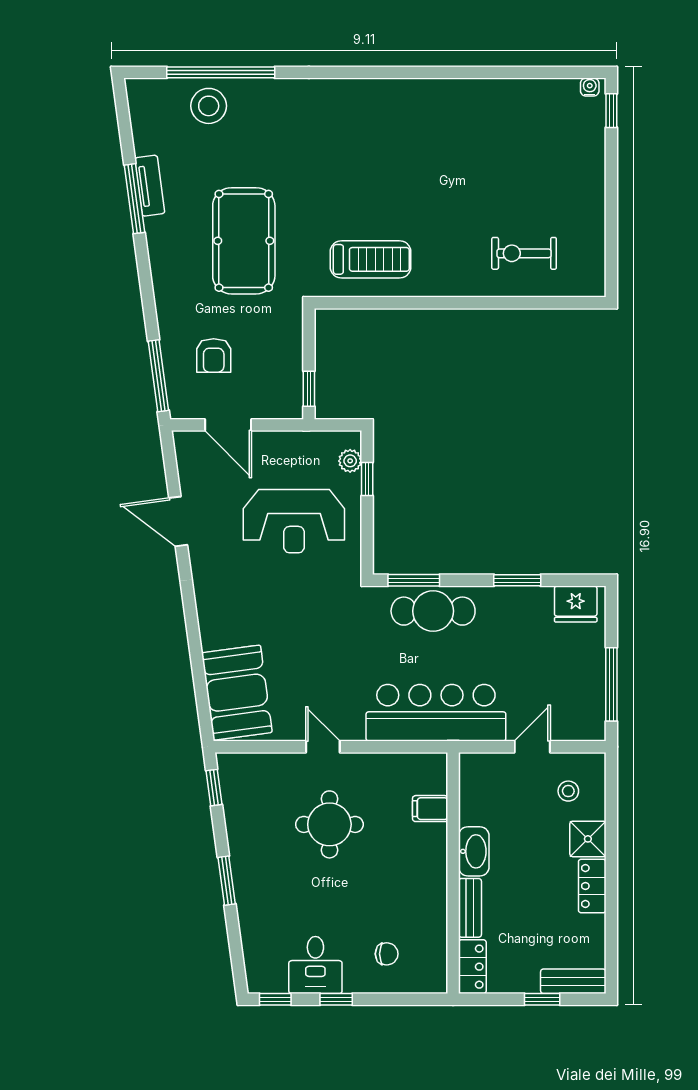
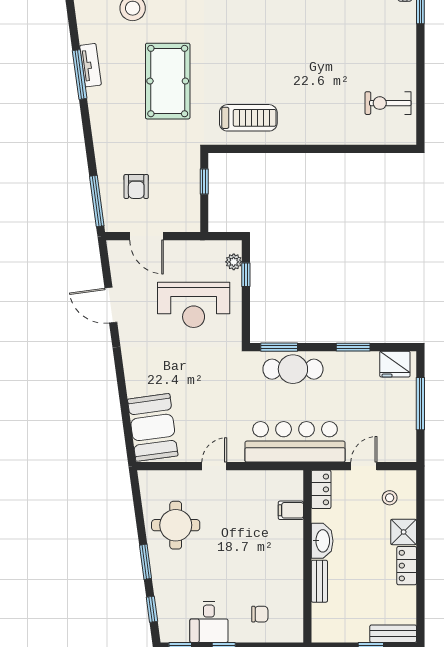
pool table: (244, 241) -> (168, 81), moved
exercise bike: (524, 253) -> (388, 103), moved
window: (309, 389) -> (204, 182), moved
window: (611, 684) -> (420, 404), moved
door: (323, 747) -> (214, 466), hinge flipped
window: (214, 788) -> (152, 609), moved
round table: (329, 824) -> (176, 525), moved
locker: (472, 967) -> (321, 489), moved

